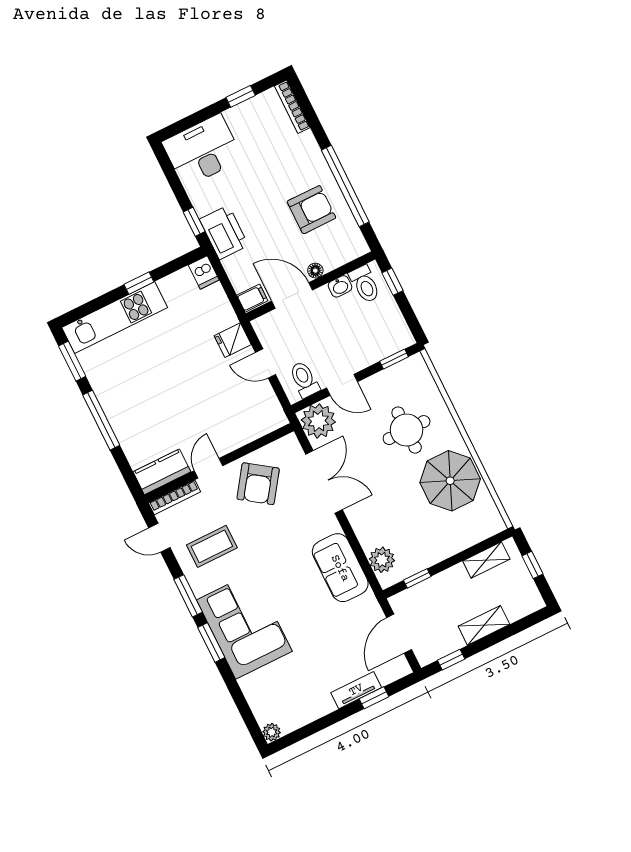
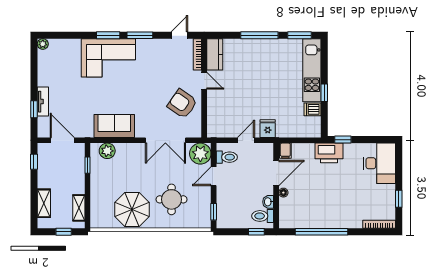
armchair: (311, 210) -> (318, 207), removed
dishwasher: (204, 272) -> (312, 109), moved
coffee table: (212, 546) -> (160, 62), removed
shelving: (484, 625) -> (44, 203), moved

